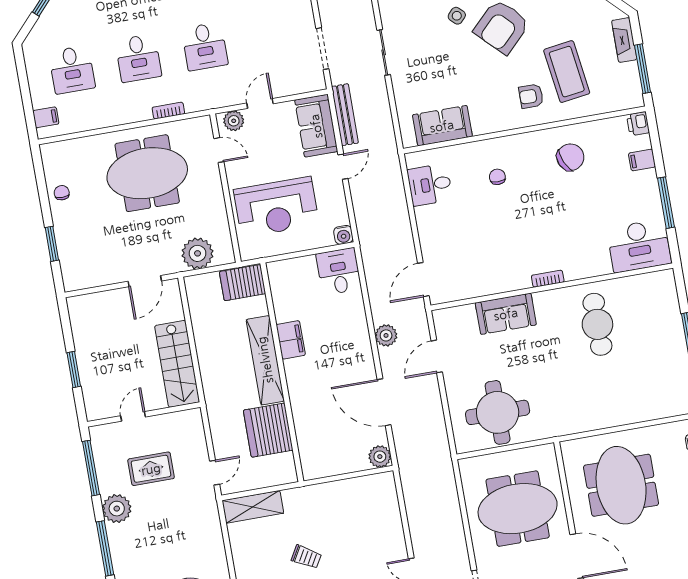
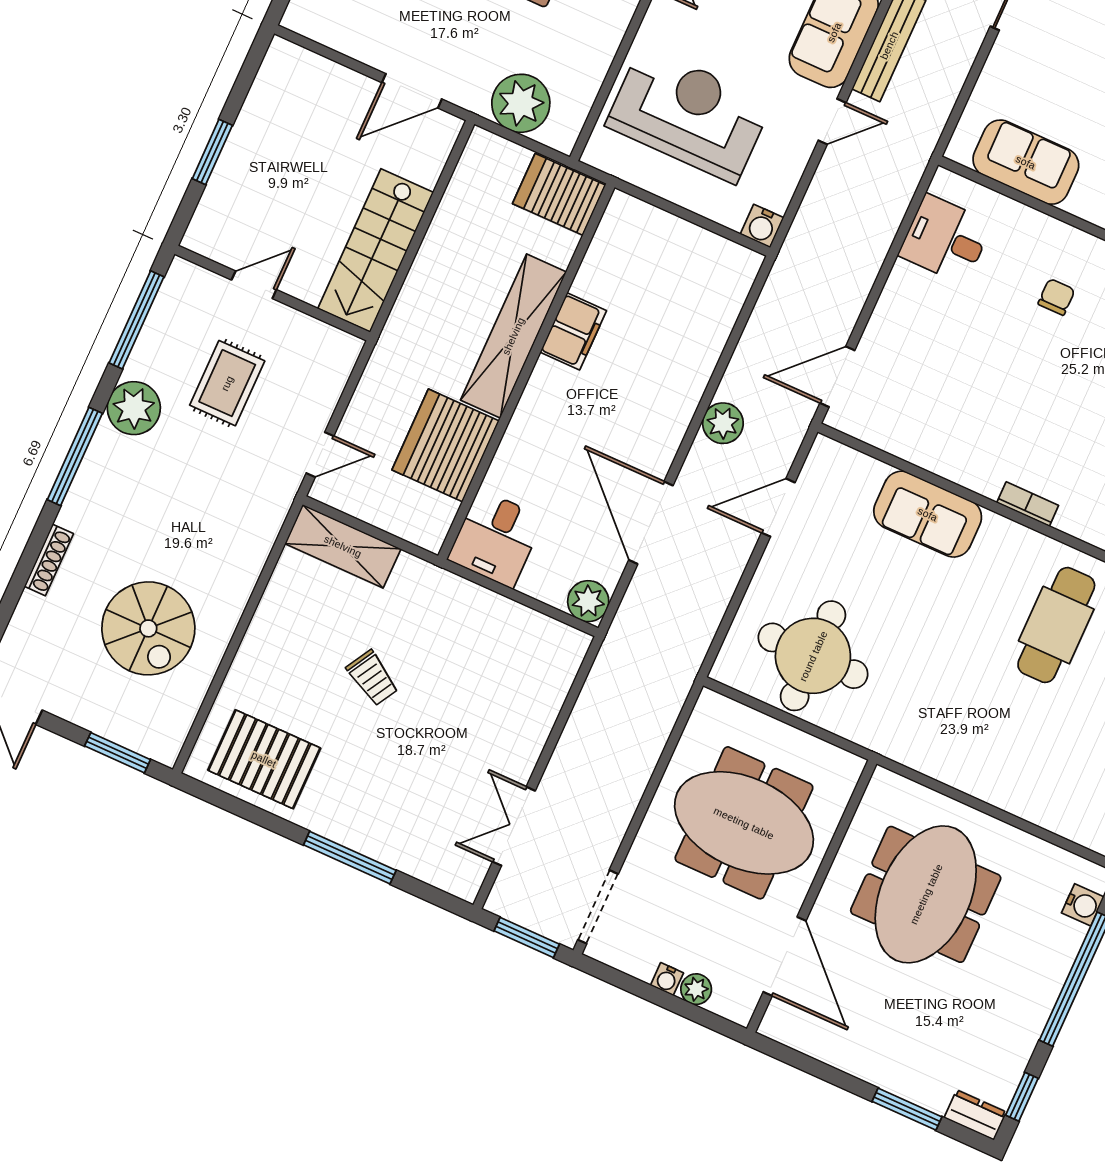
reception desk: (276, 207) -> (689, 114), turned 180
desk: (339, 271) -> (496, 539), moved, turned 180
rug: (151, 469) -> (227, 383), turned 90

